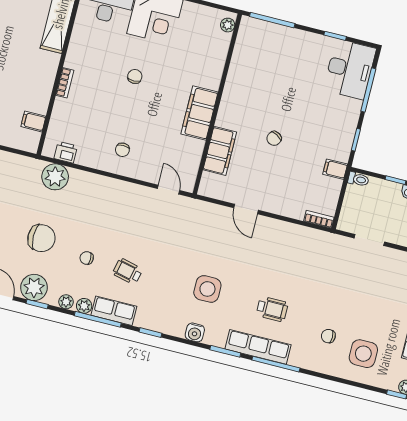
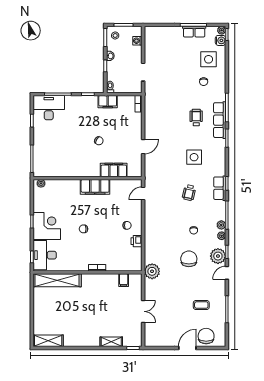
printer: (66, 152) -> (137, 241), moved
filing cabinet: (335, 169) -> (108, 102), width x2.00
plant: (55, 177) -> (152, 271), moved
wheelchair: (128, 271) -> (189, 193), moved
row of seats: (114, 311) -> (220, 188), moved
water cooler: (195, 332) -> (221, 40), moved

